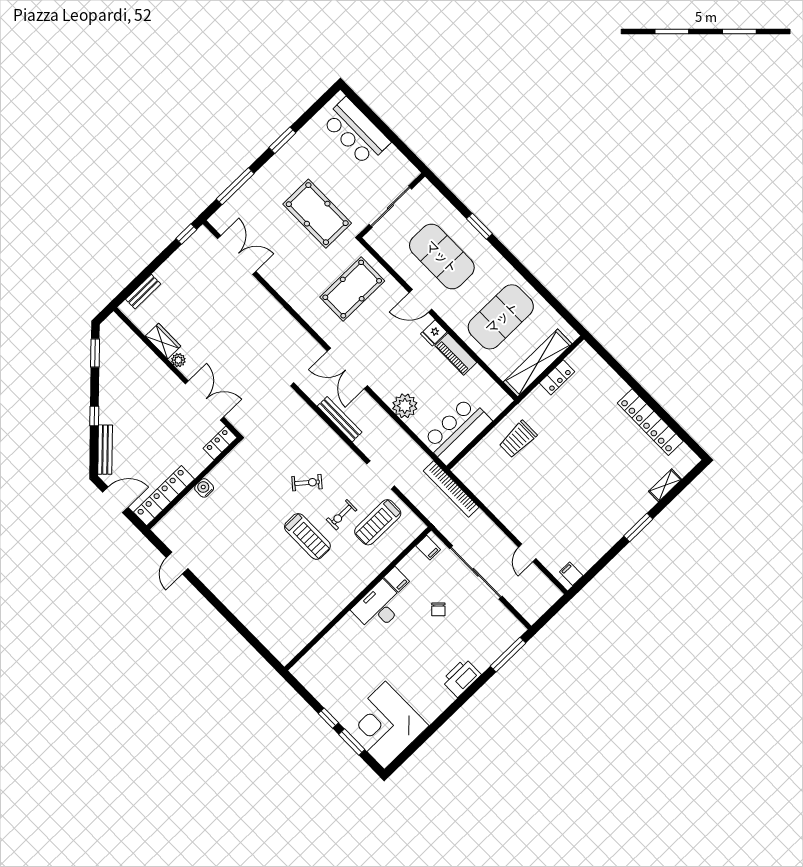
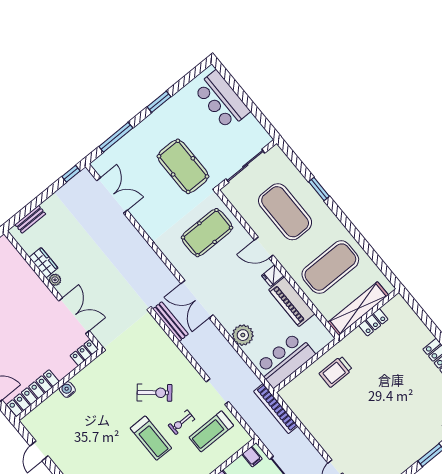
piano: (456, 354) -> (292, 302), width x1.37, depth x1.33
bench: (340, 419) -> (170, 322), moved
exercise bike: (307, 483) -> (155, 393), width x1.38, depth x1.39

